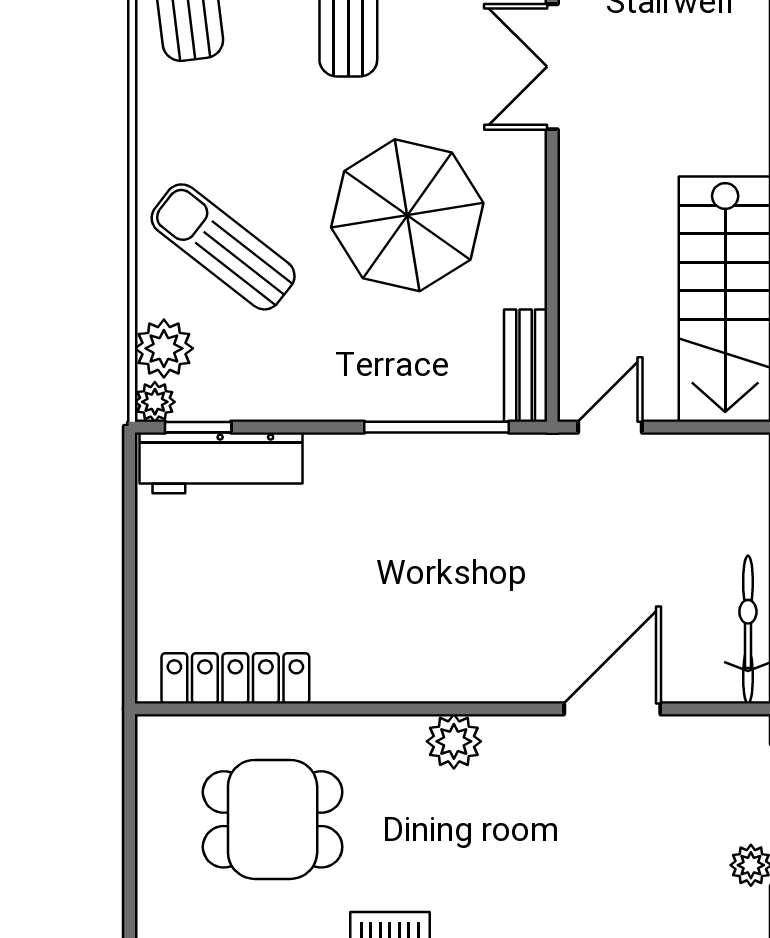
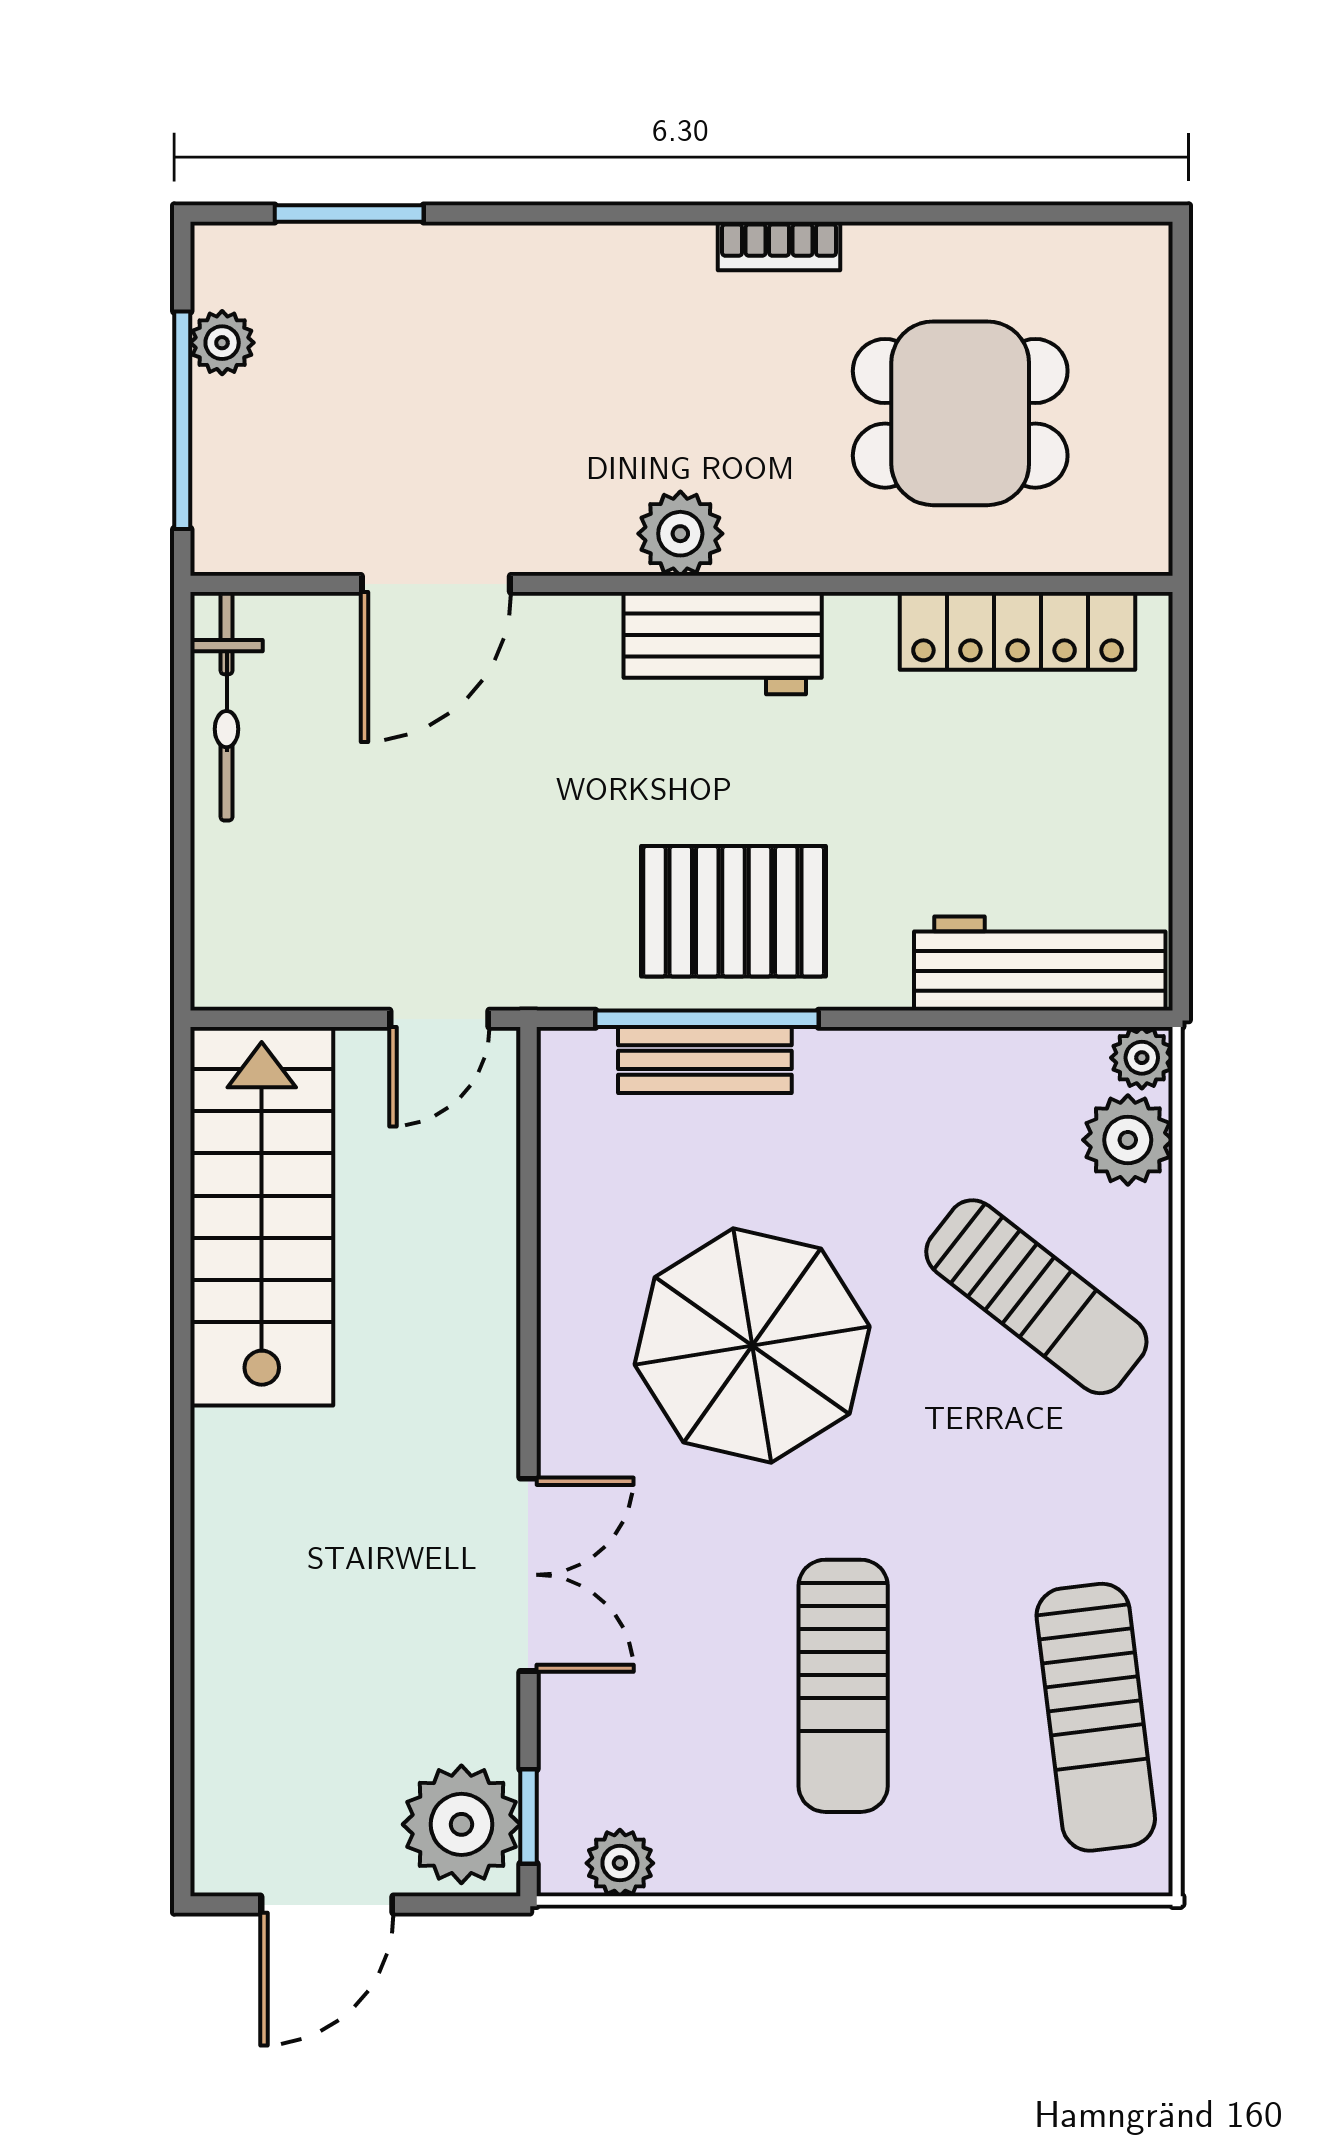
bench: (526, 366) -> (705, 1060), moved, turned 90
window: (198, 427) -> (1075, 1019), removed
pallet: (419, 497) -> (734, 911), added
workbench: (426, 670) -> (723, 643), added

